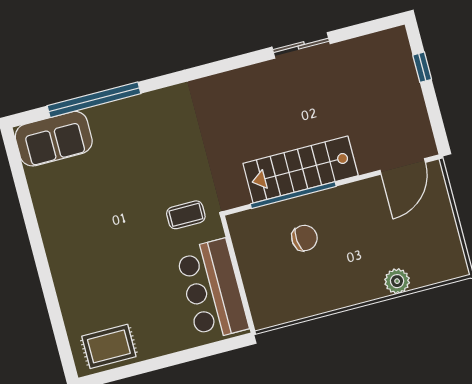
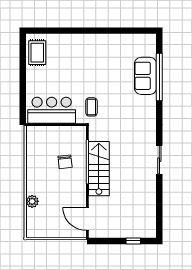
sliding door: (301, 45) -> (159, 160), moved
sofa: (54, 139) -> (145, 76), moved

